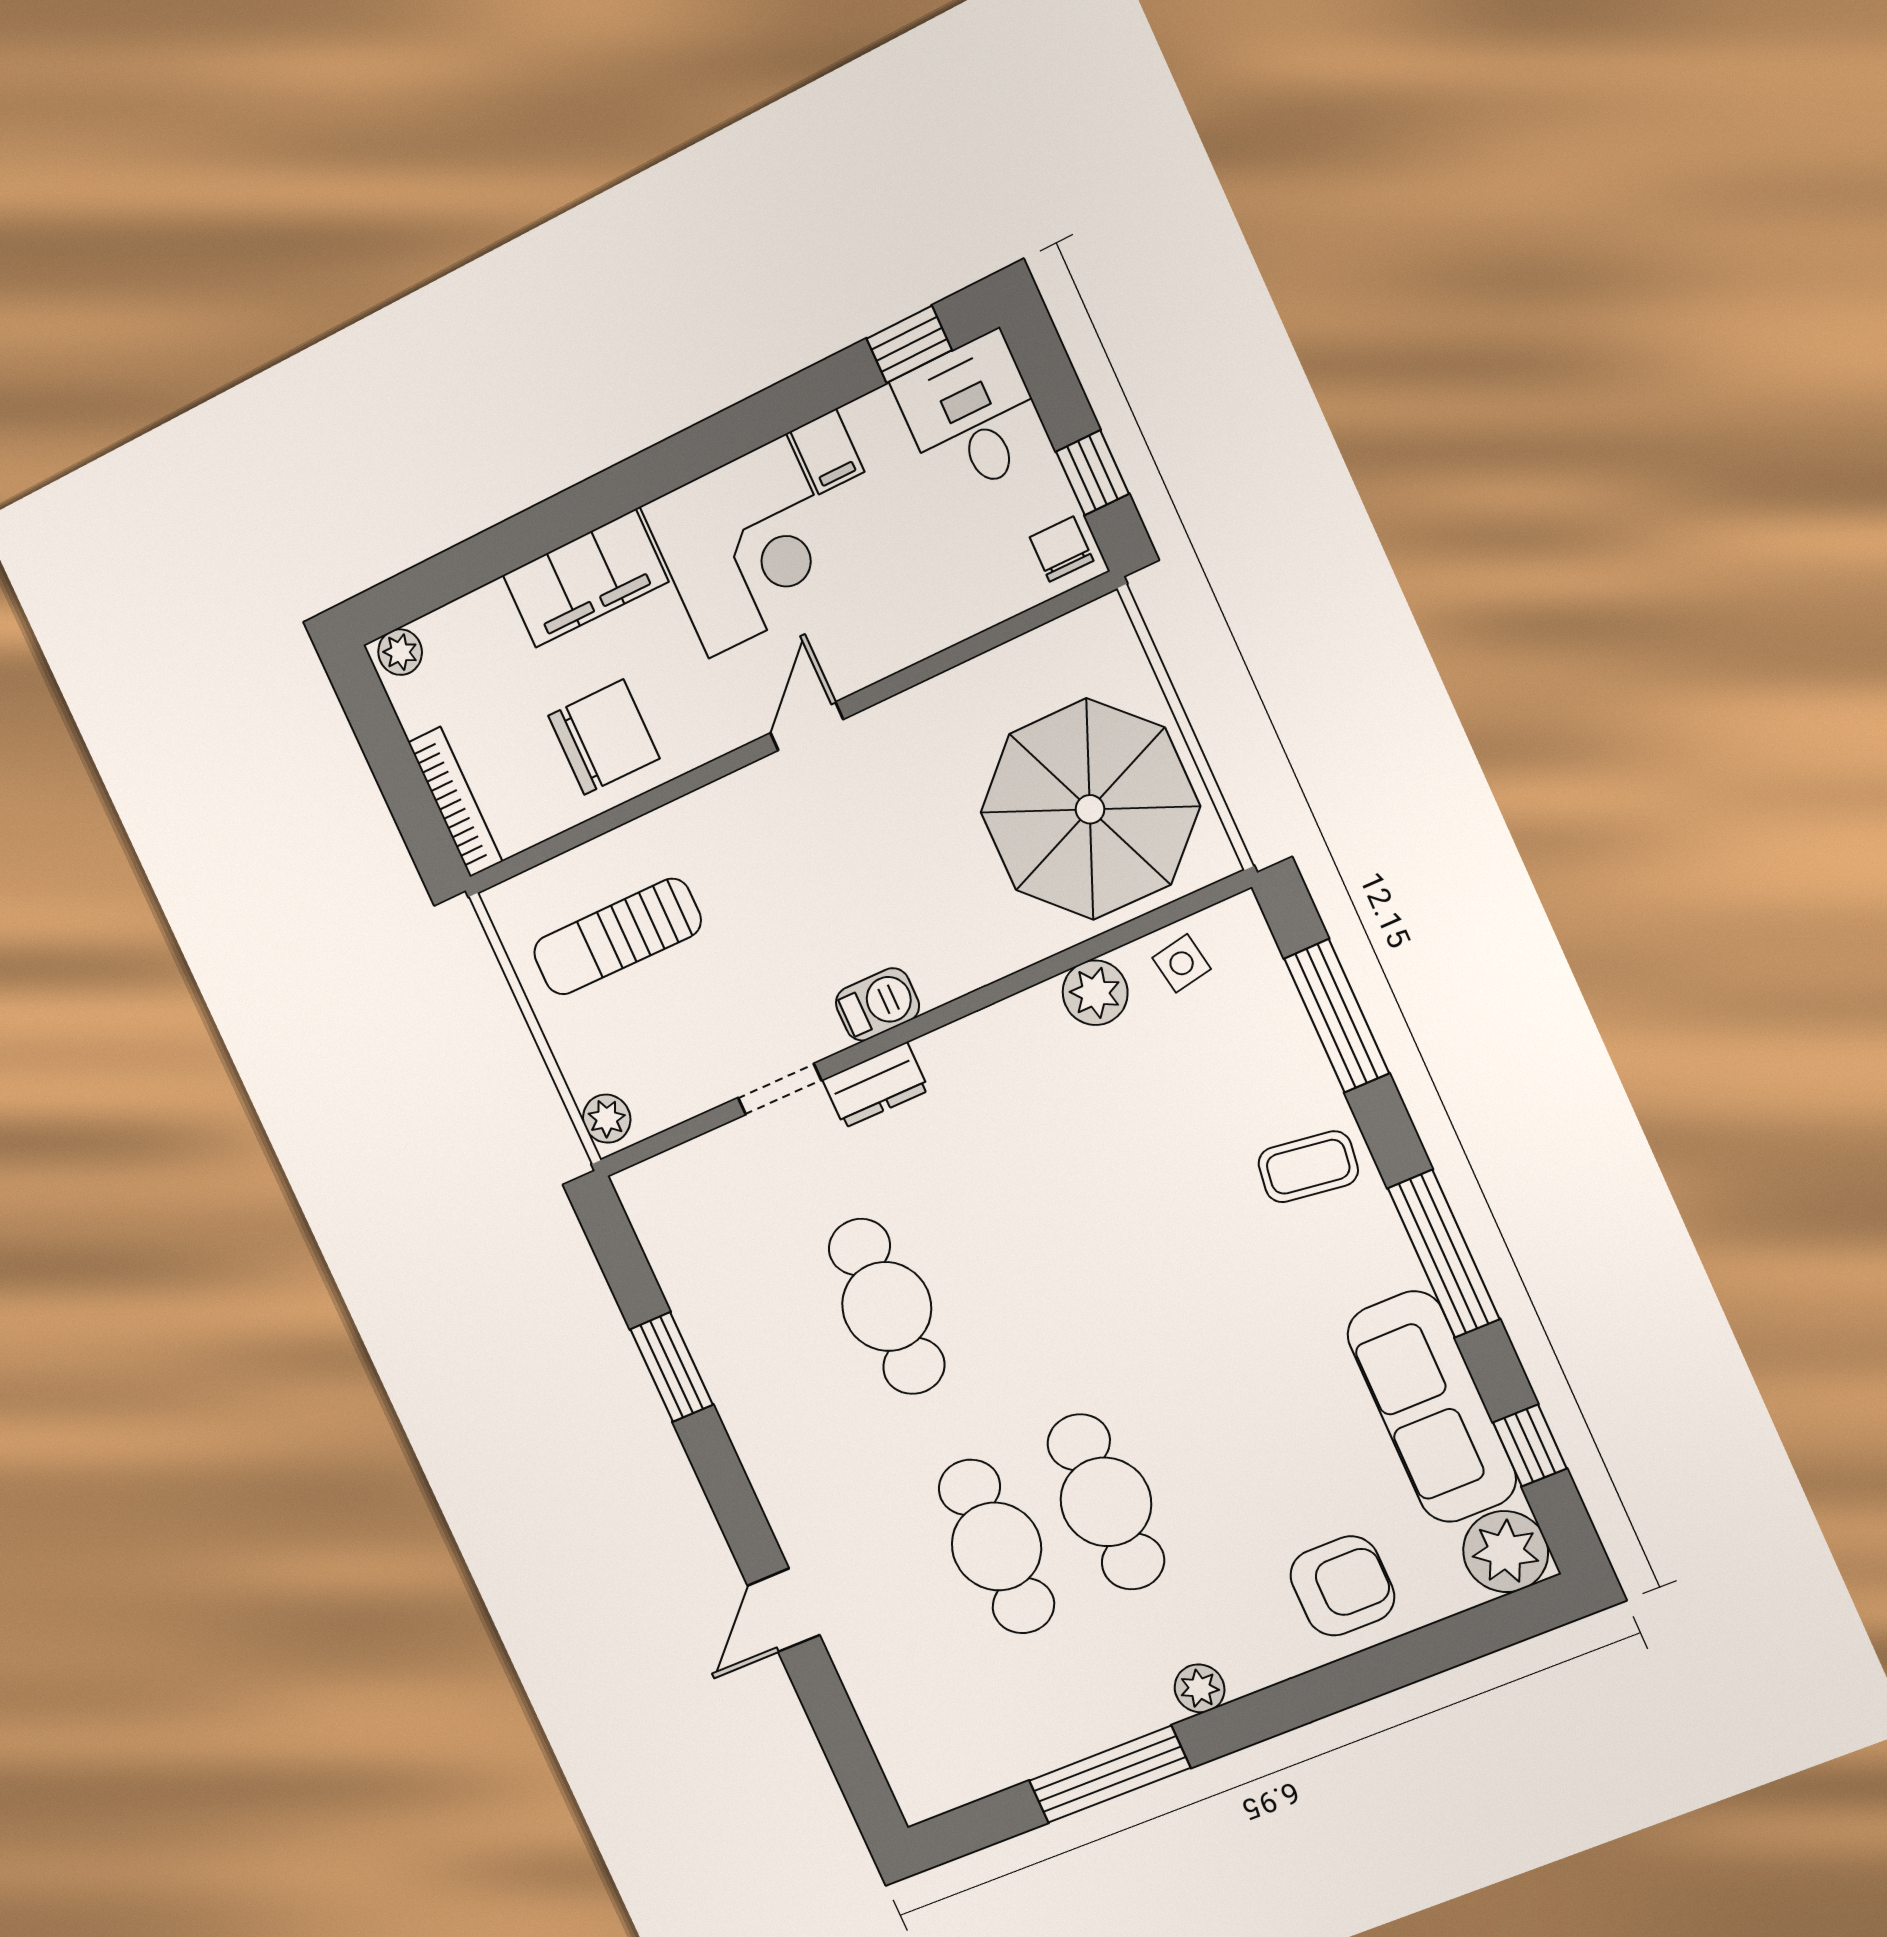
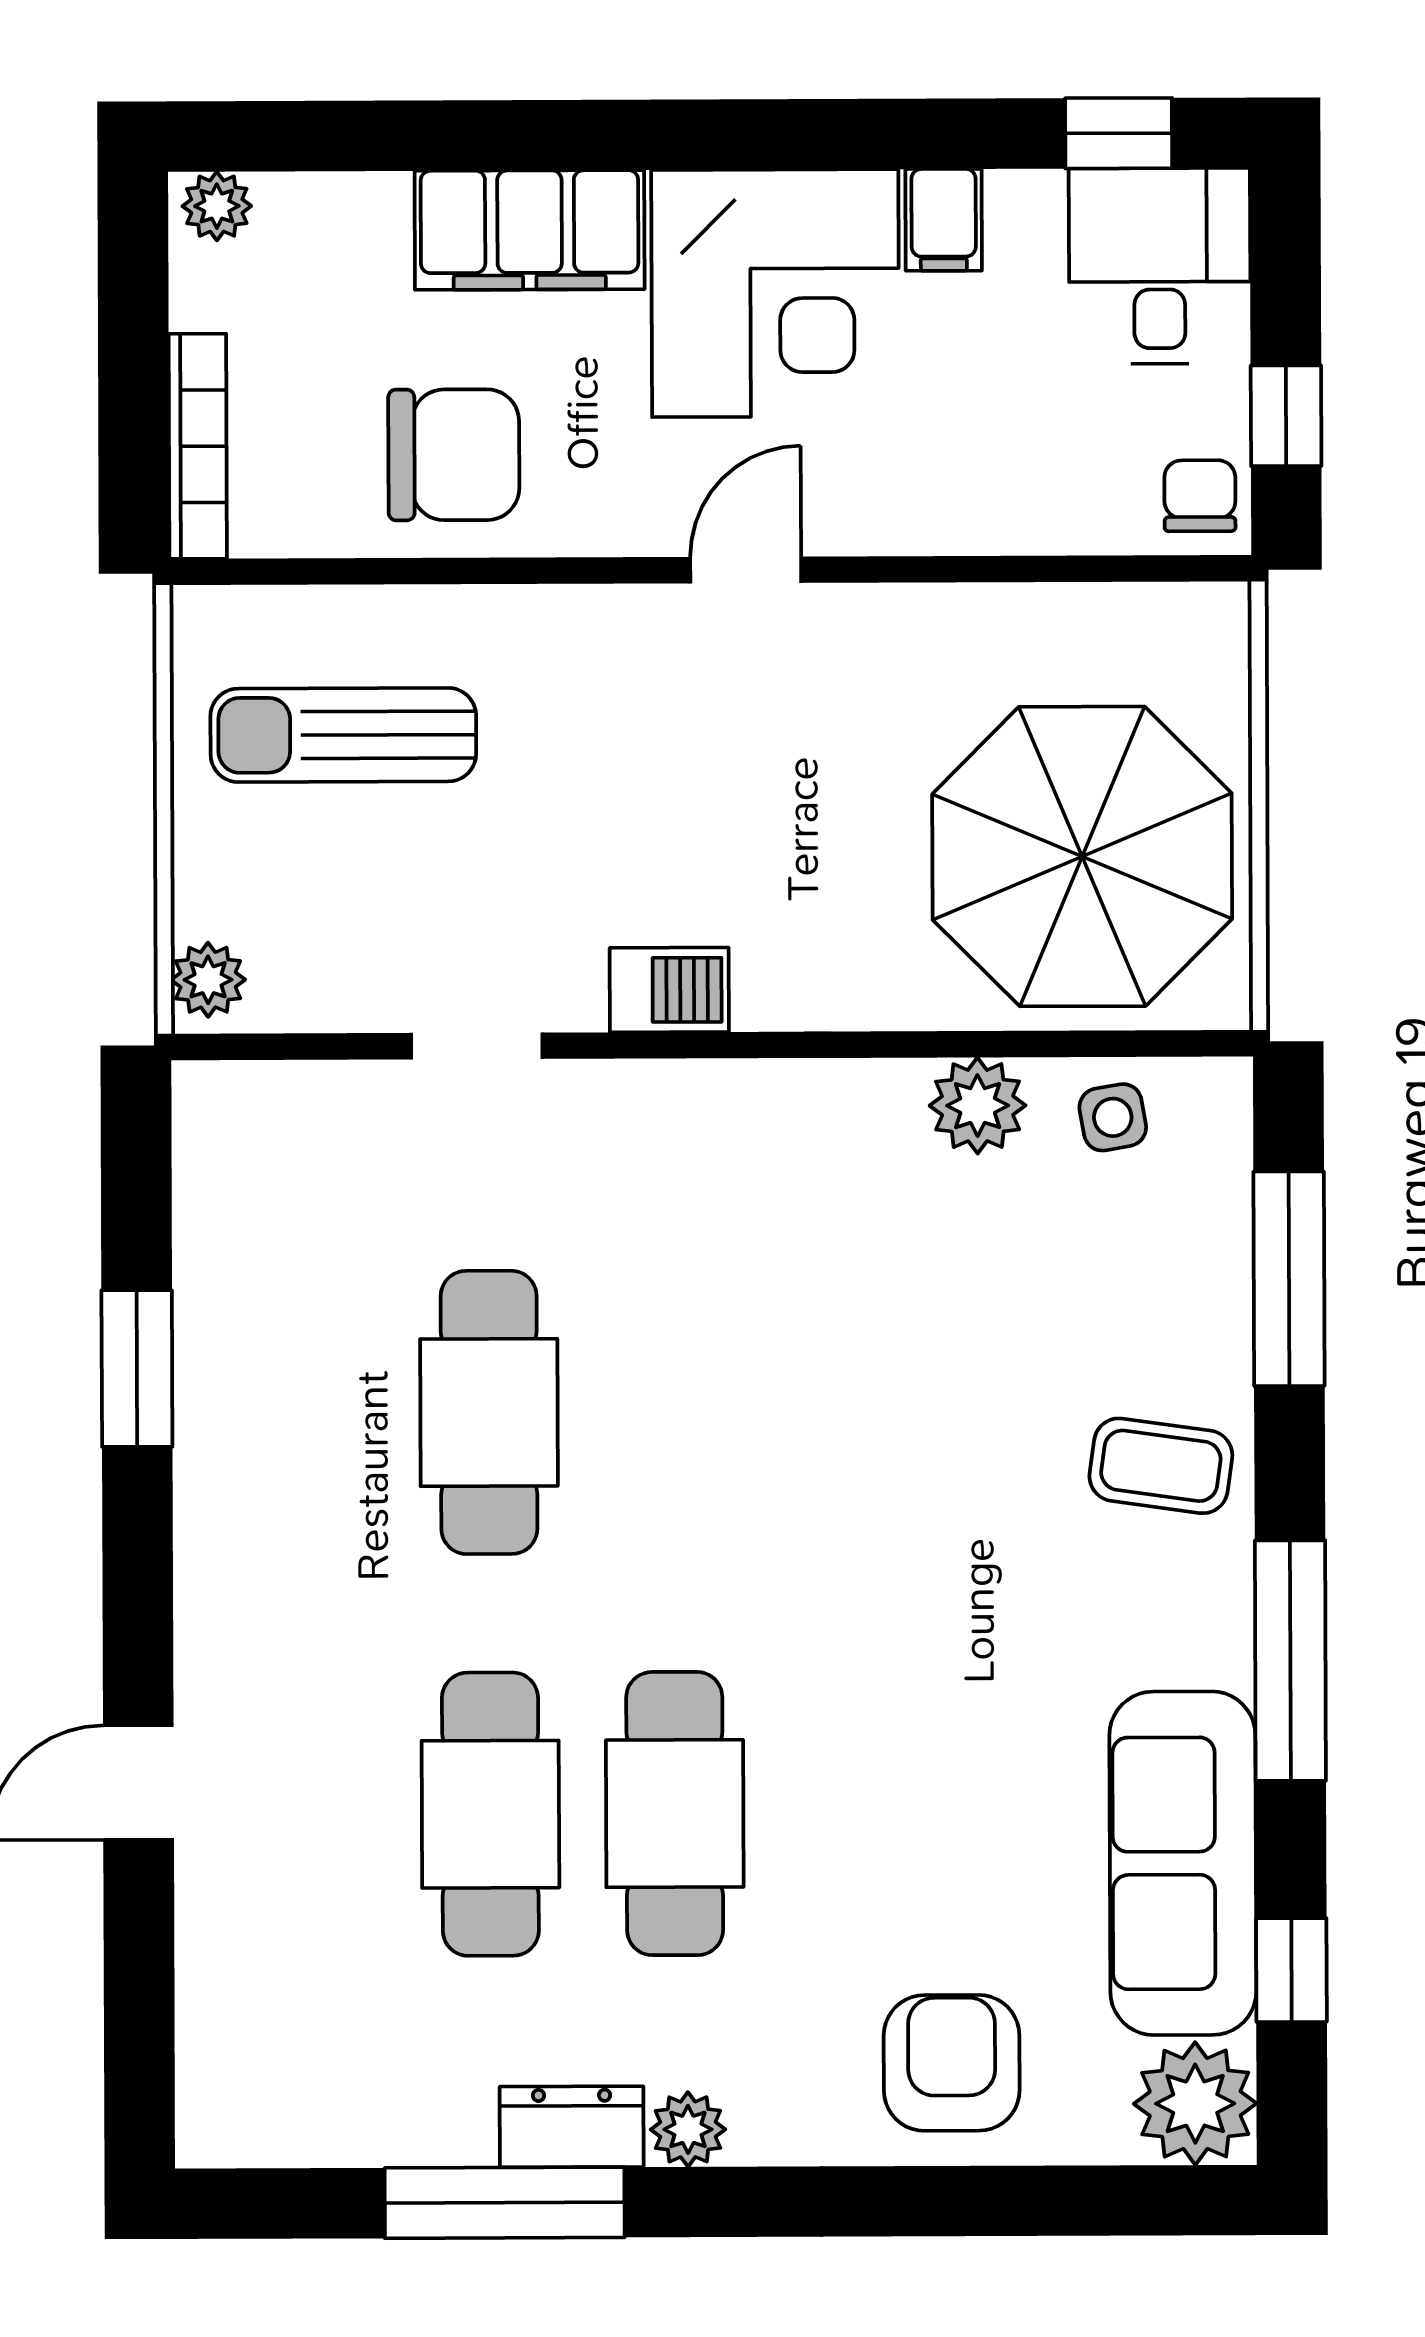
dresser: (876, 1085) -> (572, 2127), moved, turned 180
armchair: (1342, 1586) -> (952, 2063), turned -90

